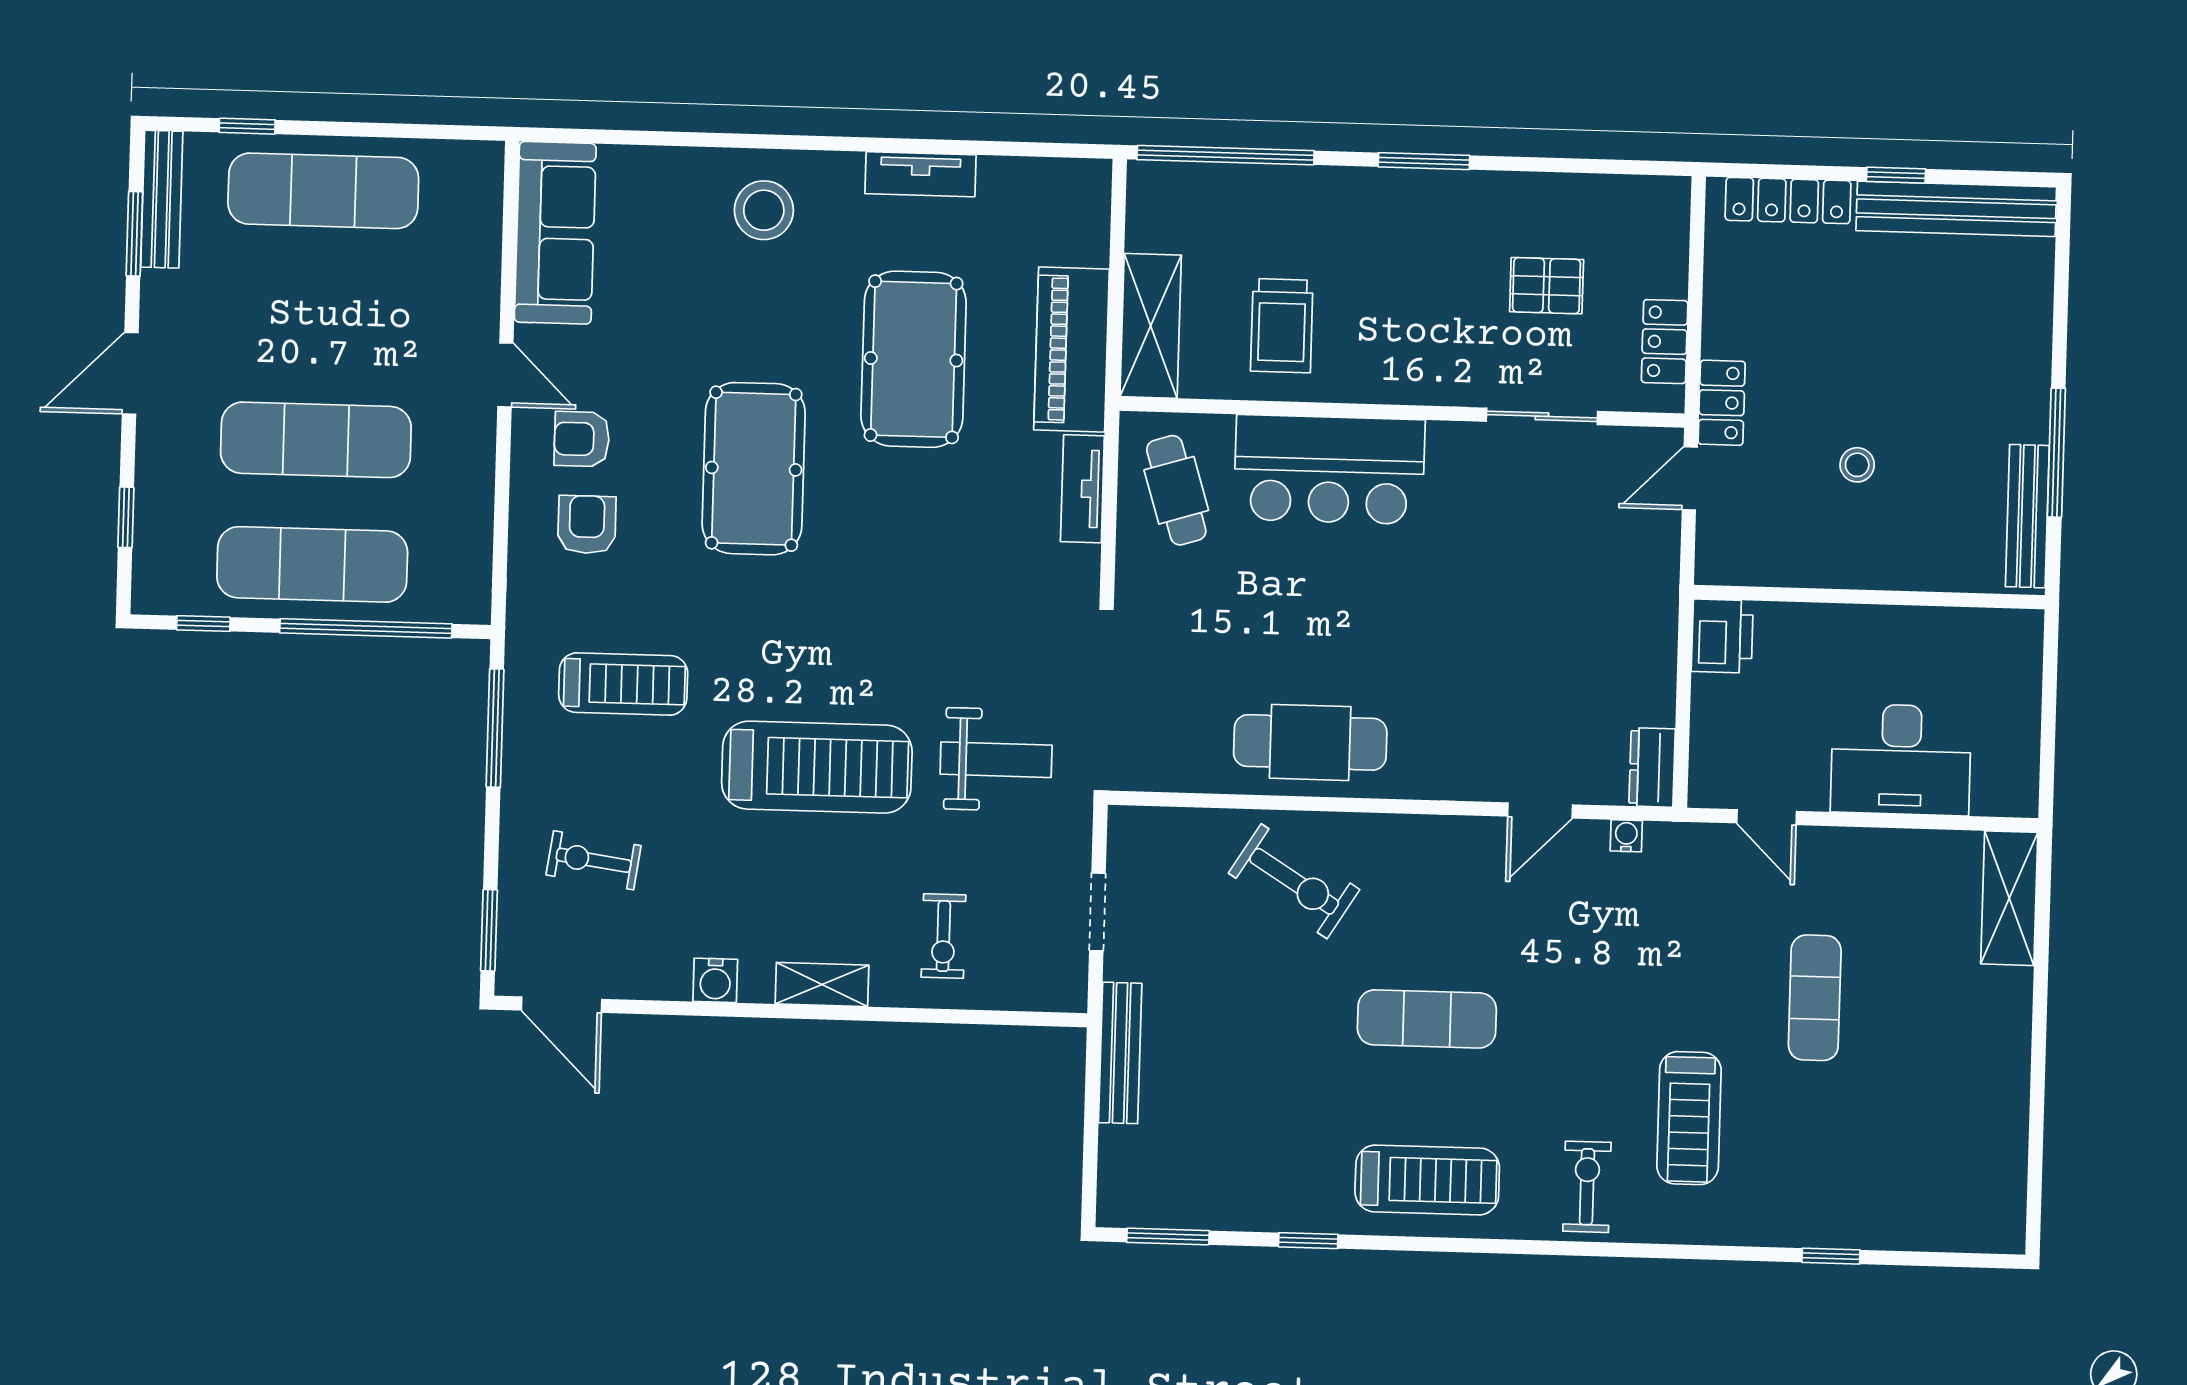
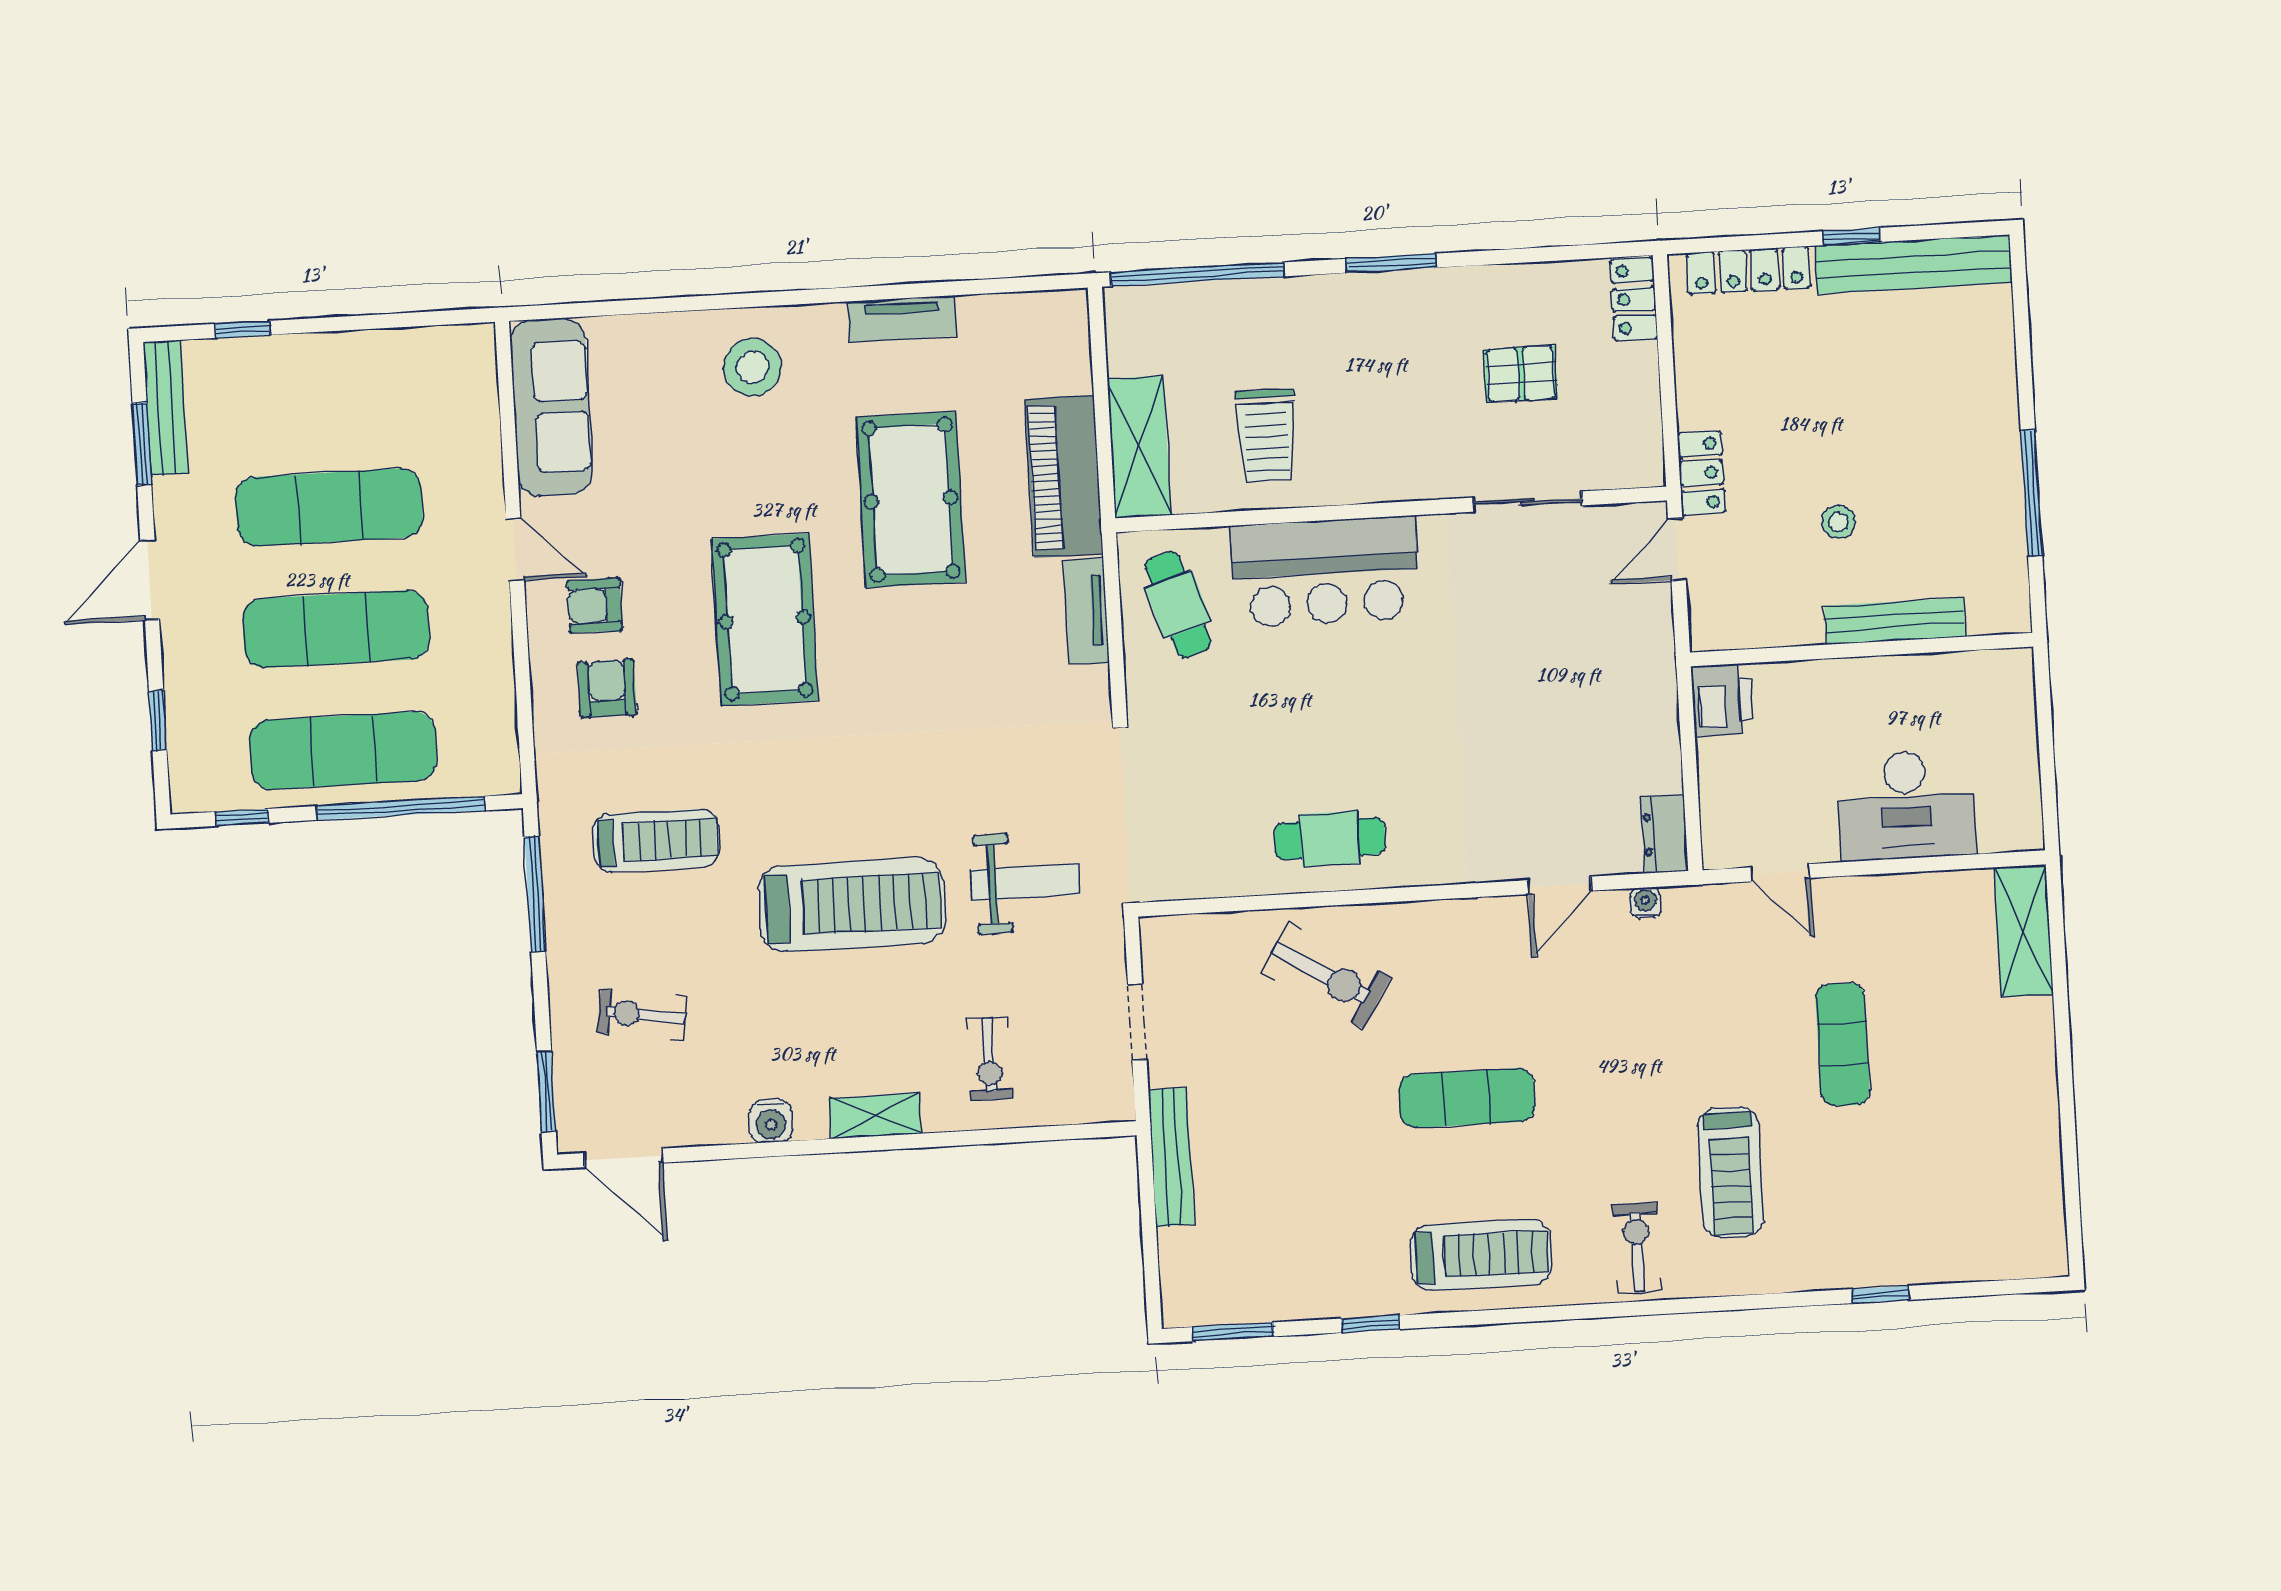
exercise mat: (323, 191) -> (329, 507), moved
locker: (1665, 342) -> (1634, 299), moved
bench: (2027, 516) -> (1895, 621), moved, turned 90
cafe table: (1310, 742) -> (1330, 839), width x0.73, depth x0.74

